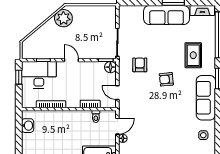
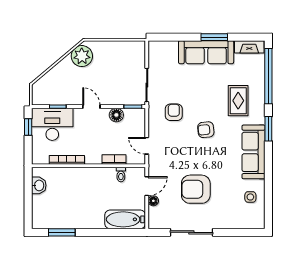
floor lamp: (110, 67) -> (116, 115), moved
armchair: (158, 129) -> (196, 189), added

